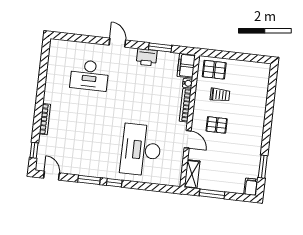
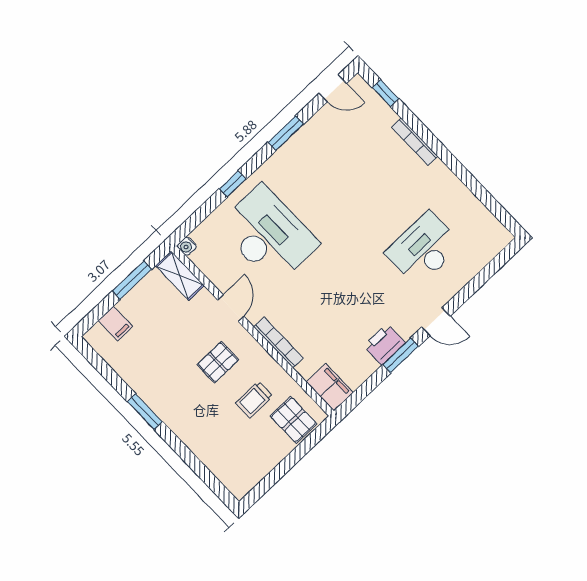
window: (160, 47) -> (401, 355), moved
pallet: (214, 70) -> (294, 420), turned 90
water cooler: (188, 83) -> (187, 246), moved
door: (188, 139) -> (231, 308), swing flipped
window: (263, 167) -> (145, 412), moved
window: (114, 183) -> (233, 184), moved
filing cabinet: (251, 187) -> (115, 323), moved

